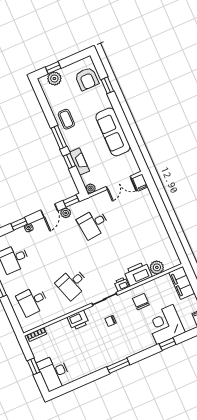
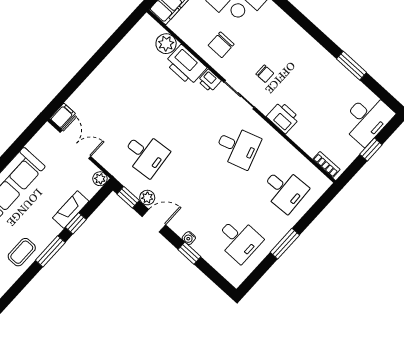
window: (118, 366) -> (351, 66), moved

